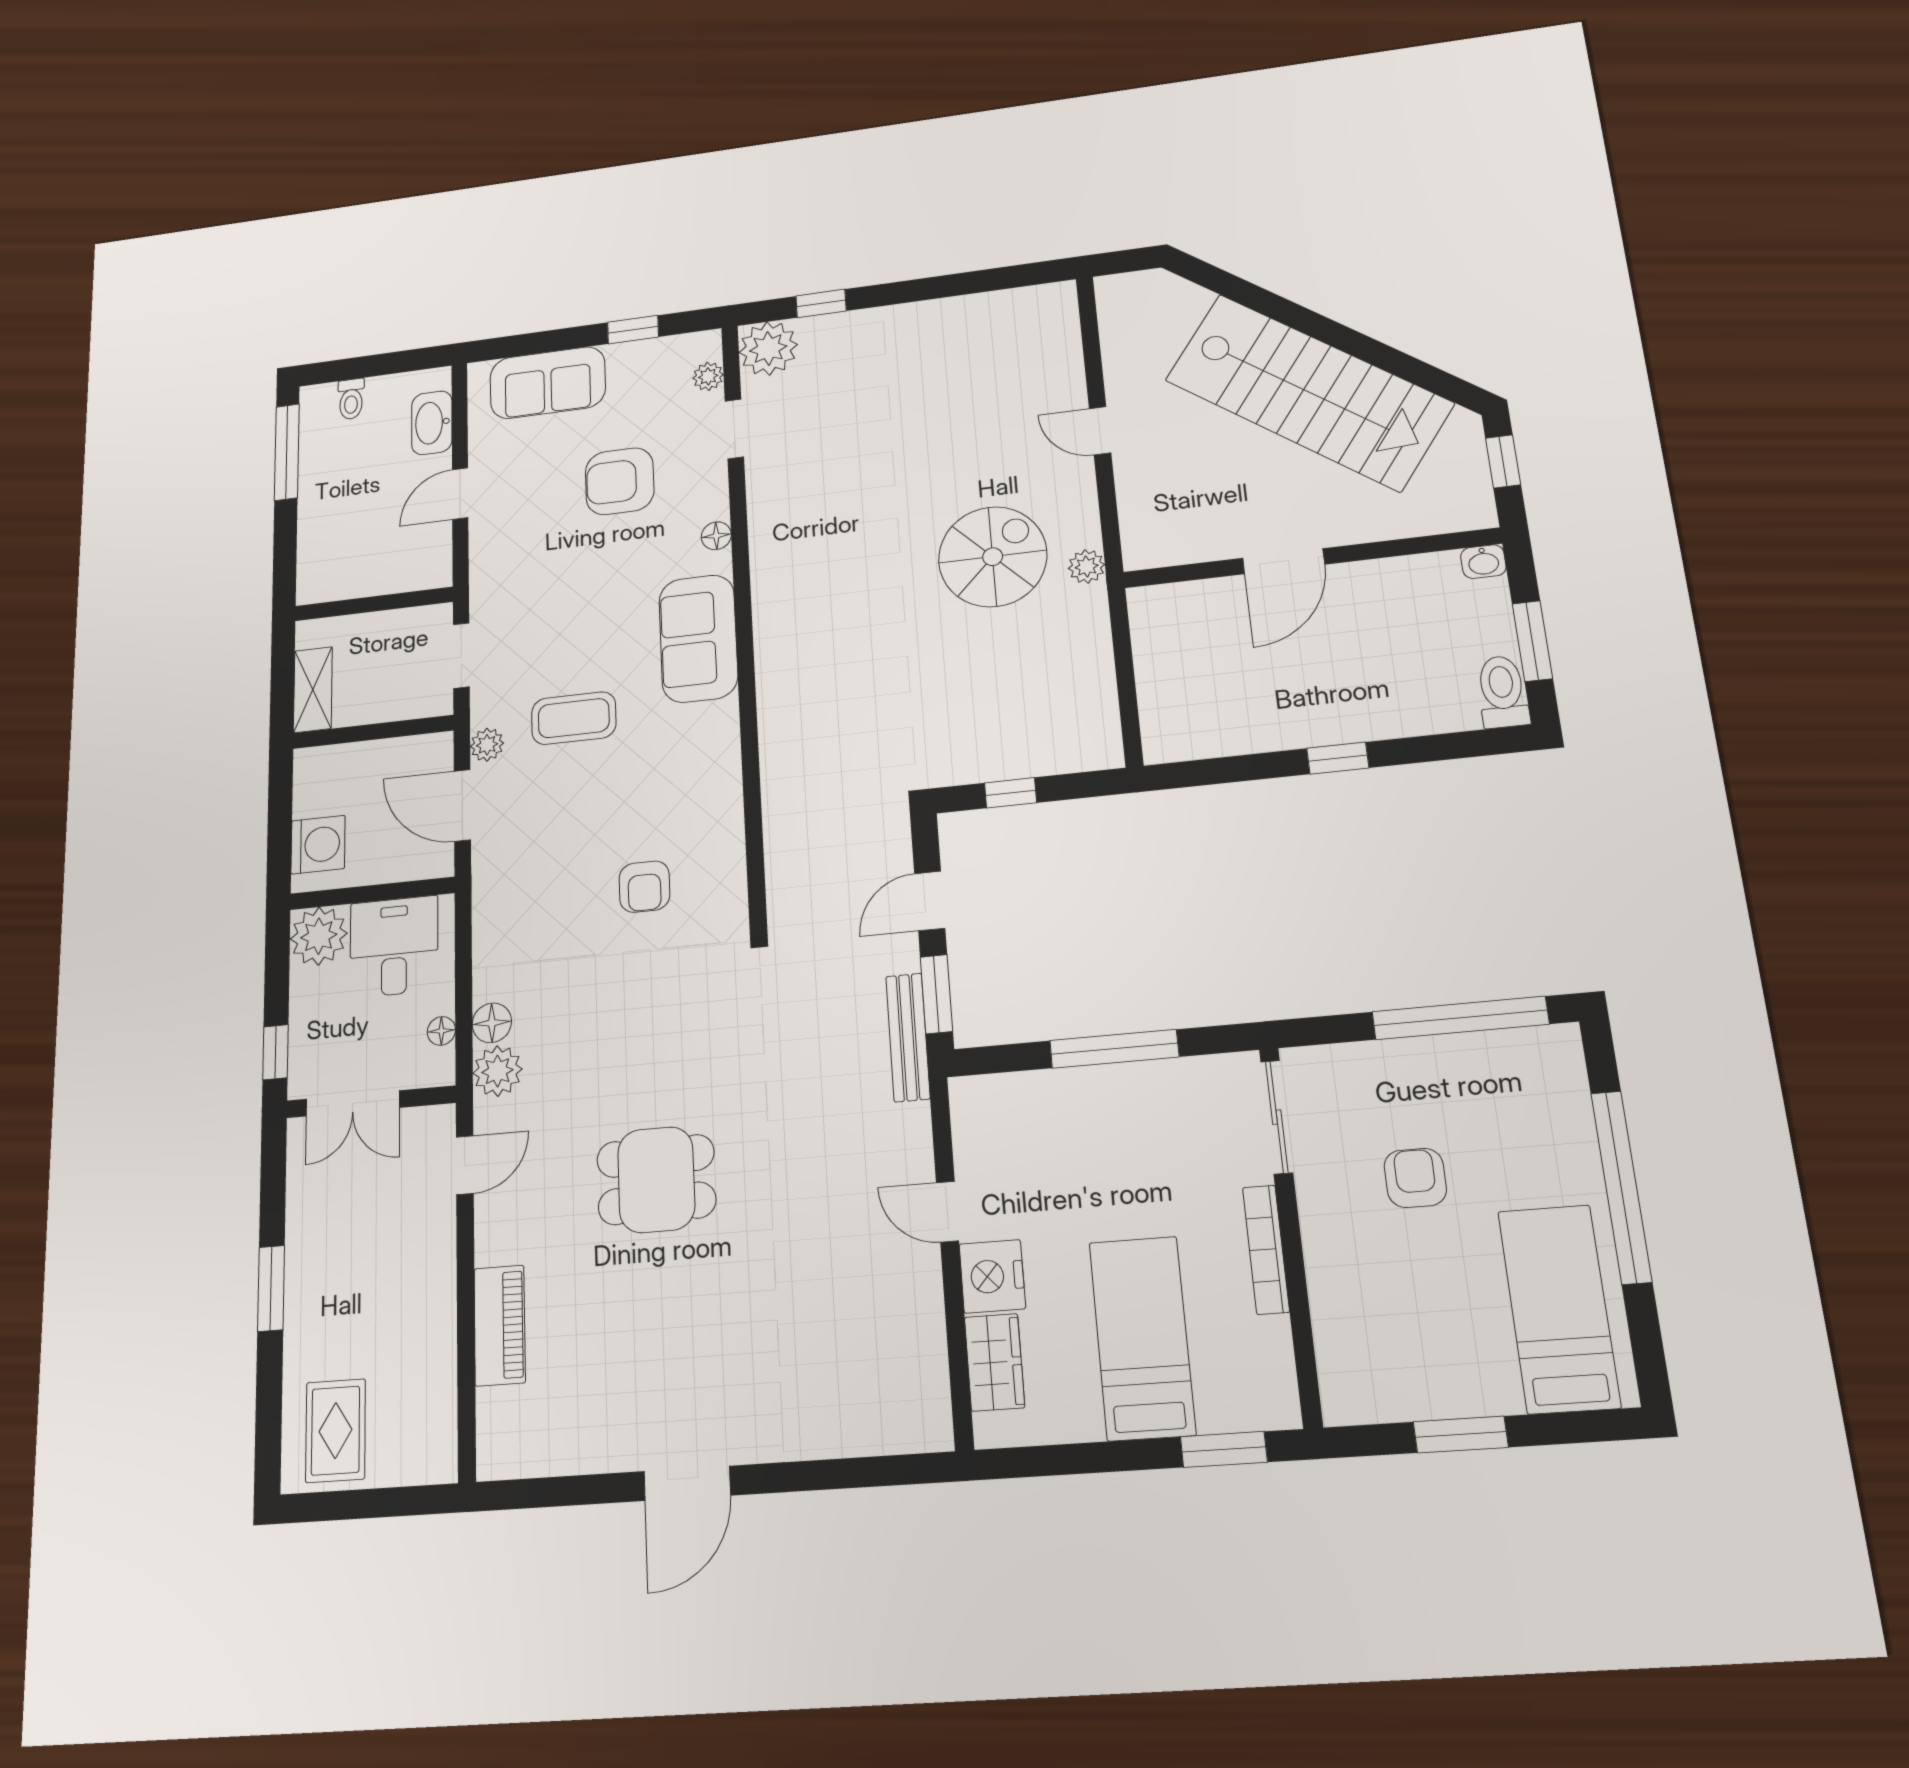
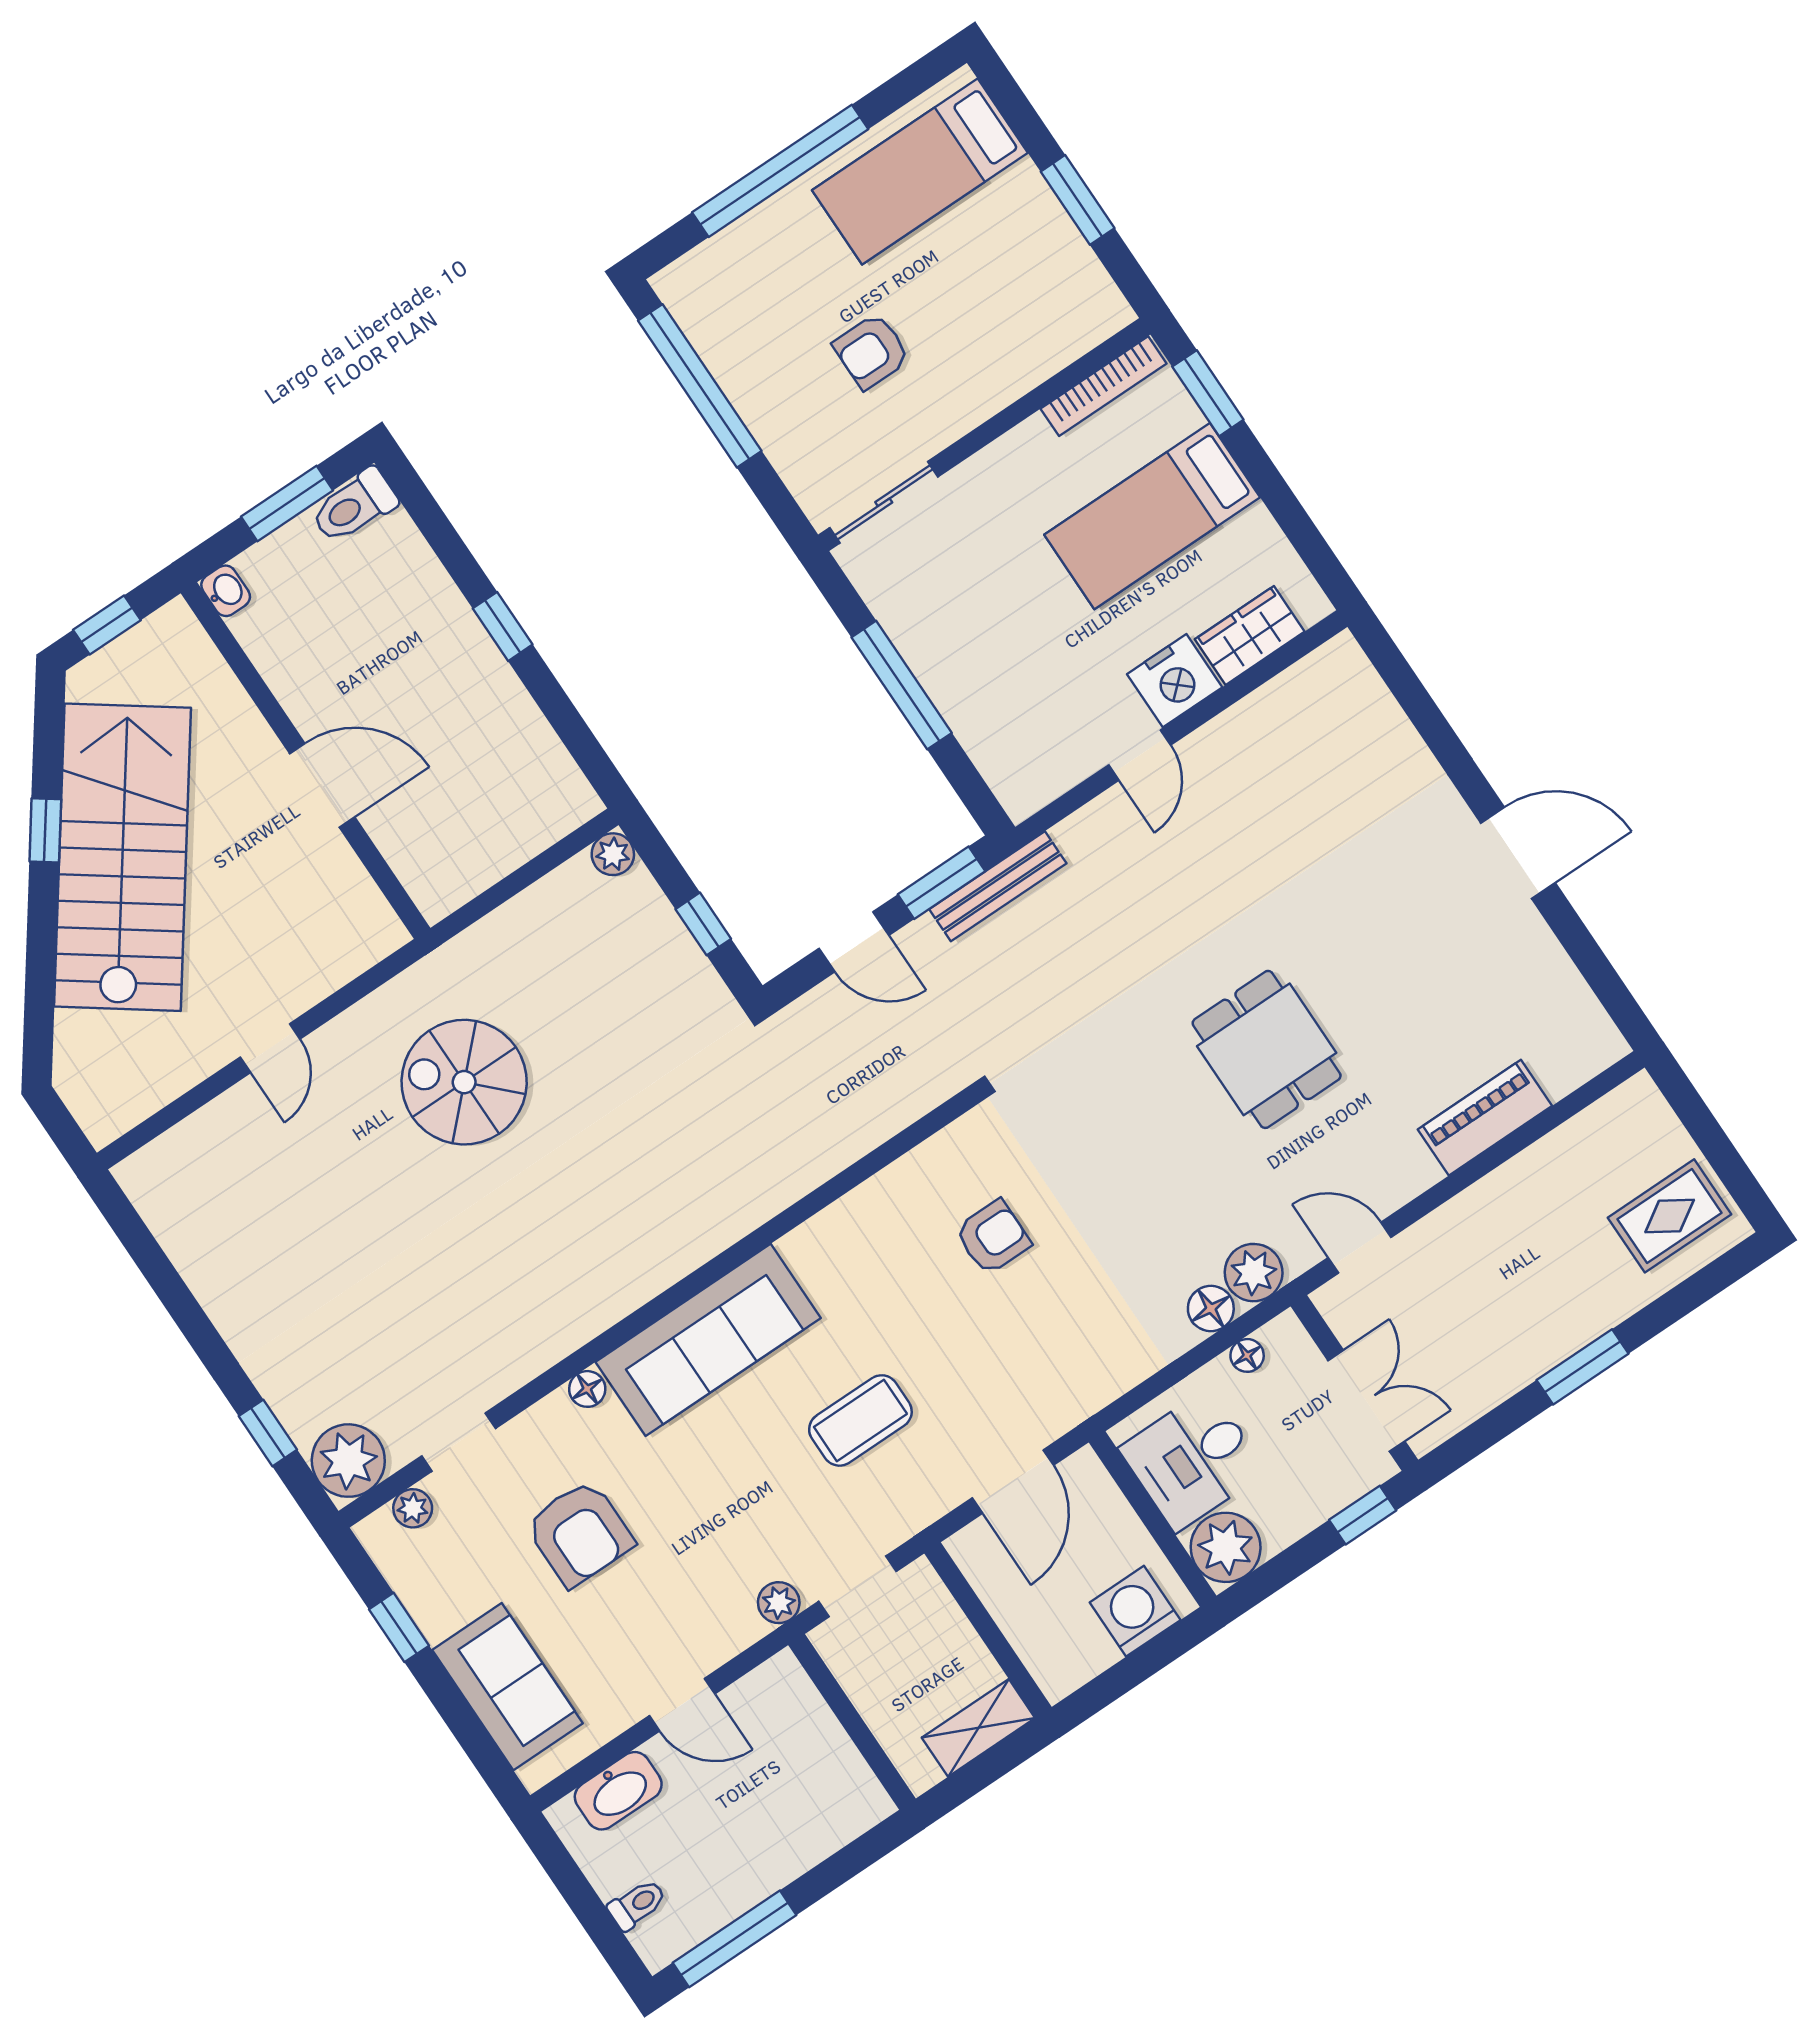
window: (1361, 346) -> (45, 830), added
plant: (1087, 567) -> (613, 854), moved
sofa: (698, 638) -> (708, 1340), width x1.36
coffee table: (574, 718) -> (860, 1420), turned 90
plant: (487, 745) -> (779, 1603), moved
bookcase: (1266, 1250) -> (1104, 386), moved

